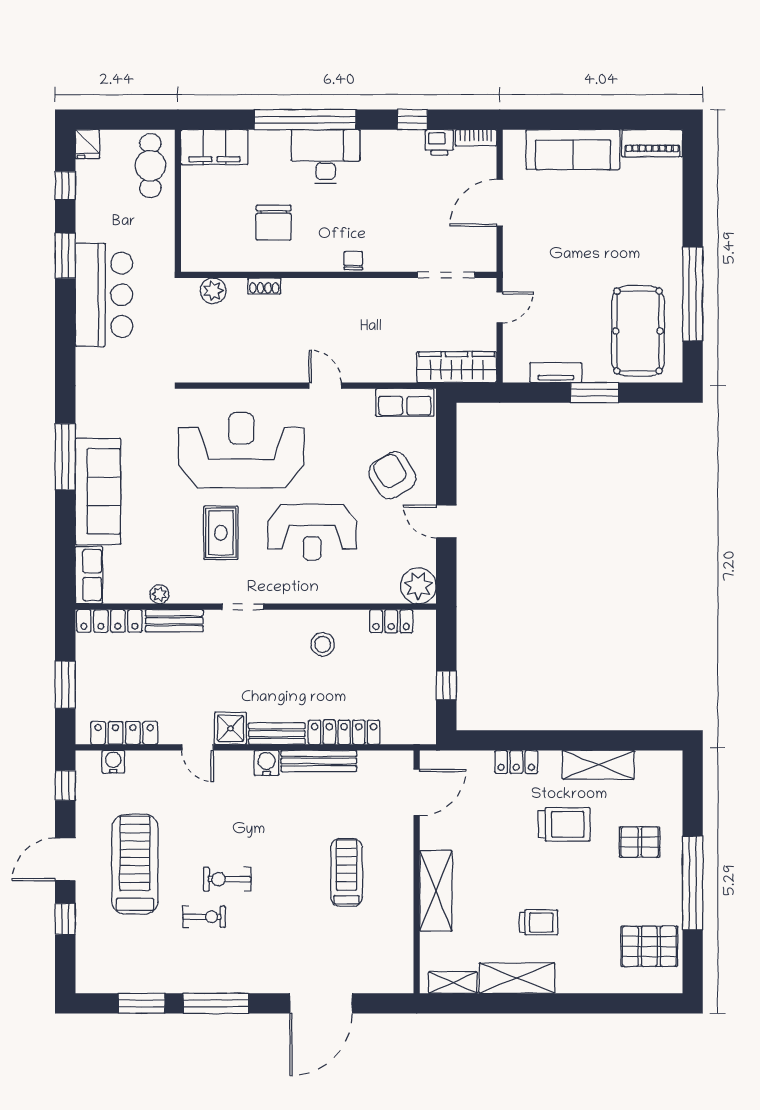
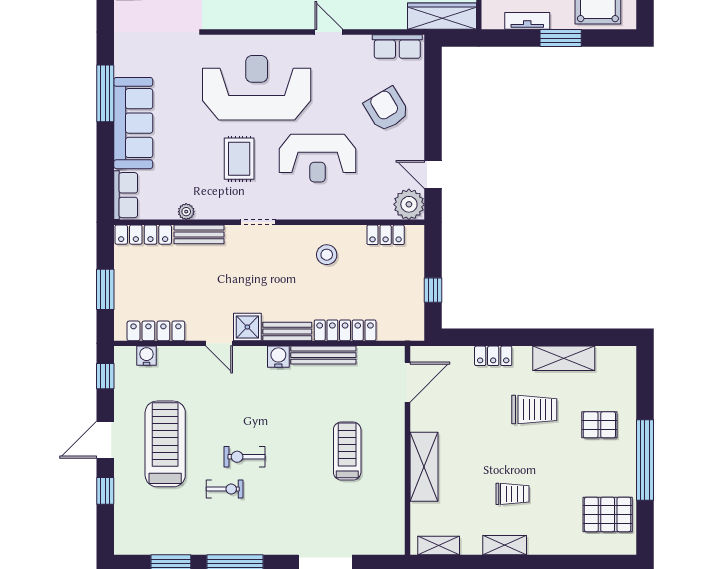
door: (446, 521) -> (433, 174), moved
shelving: (517, 978) -> (505, 545), width x0.67, depth x0.75

